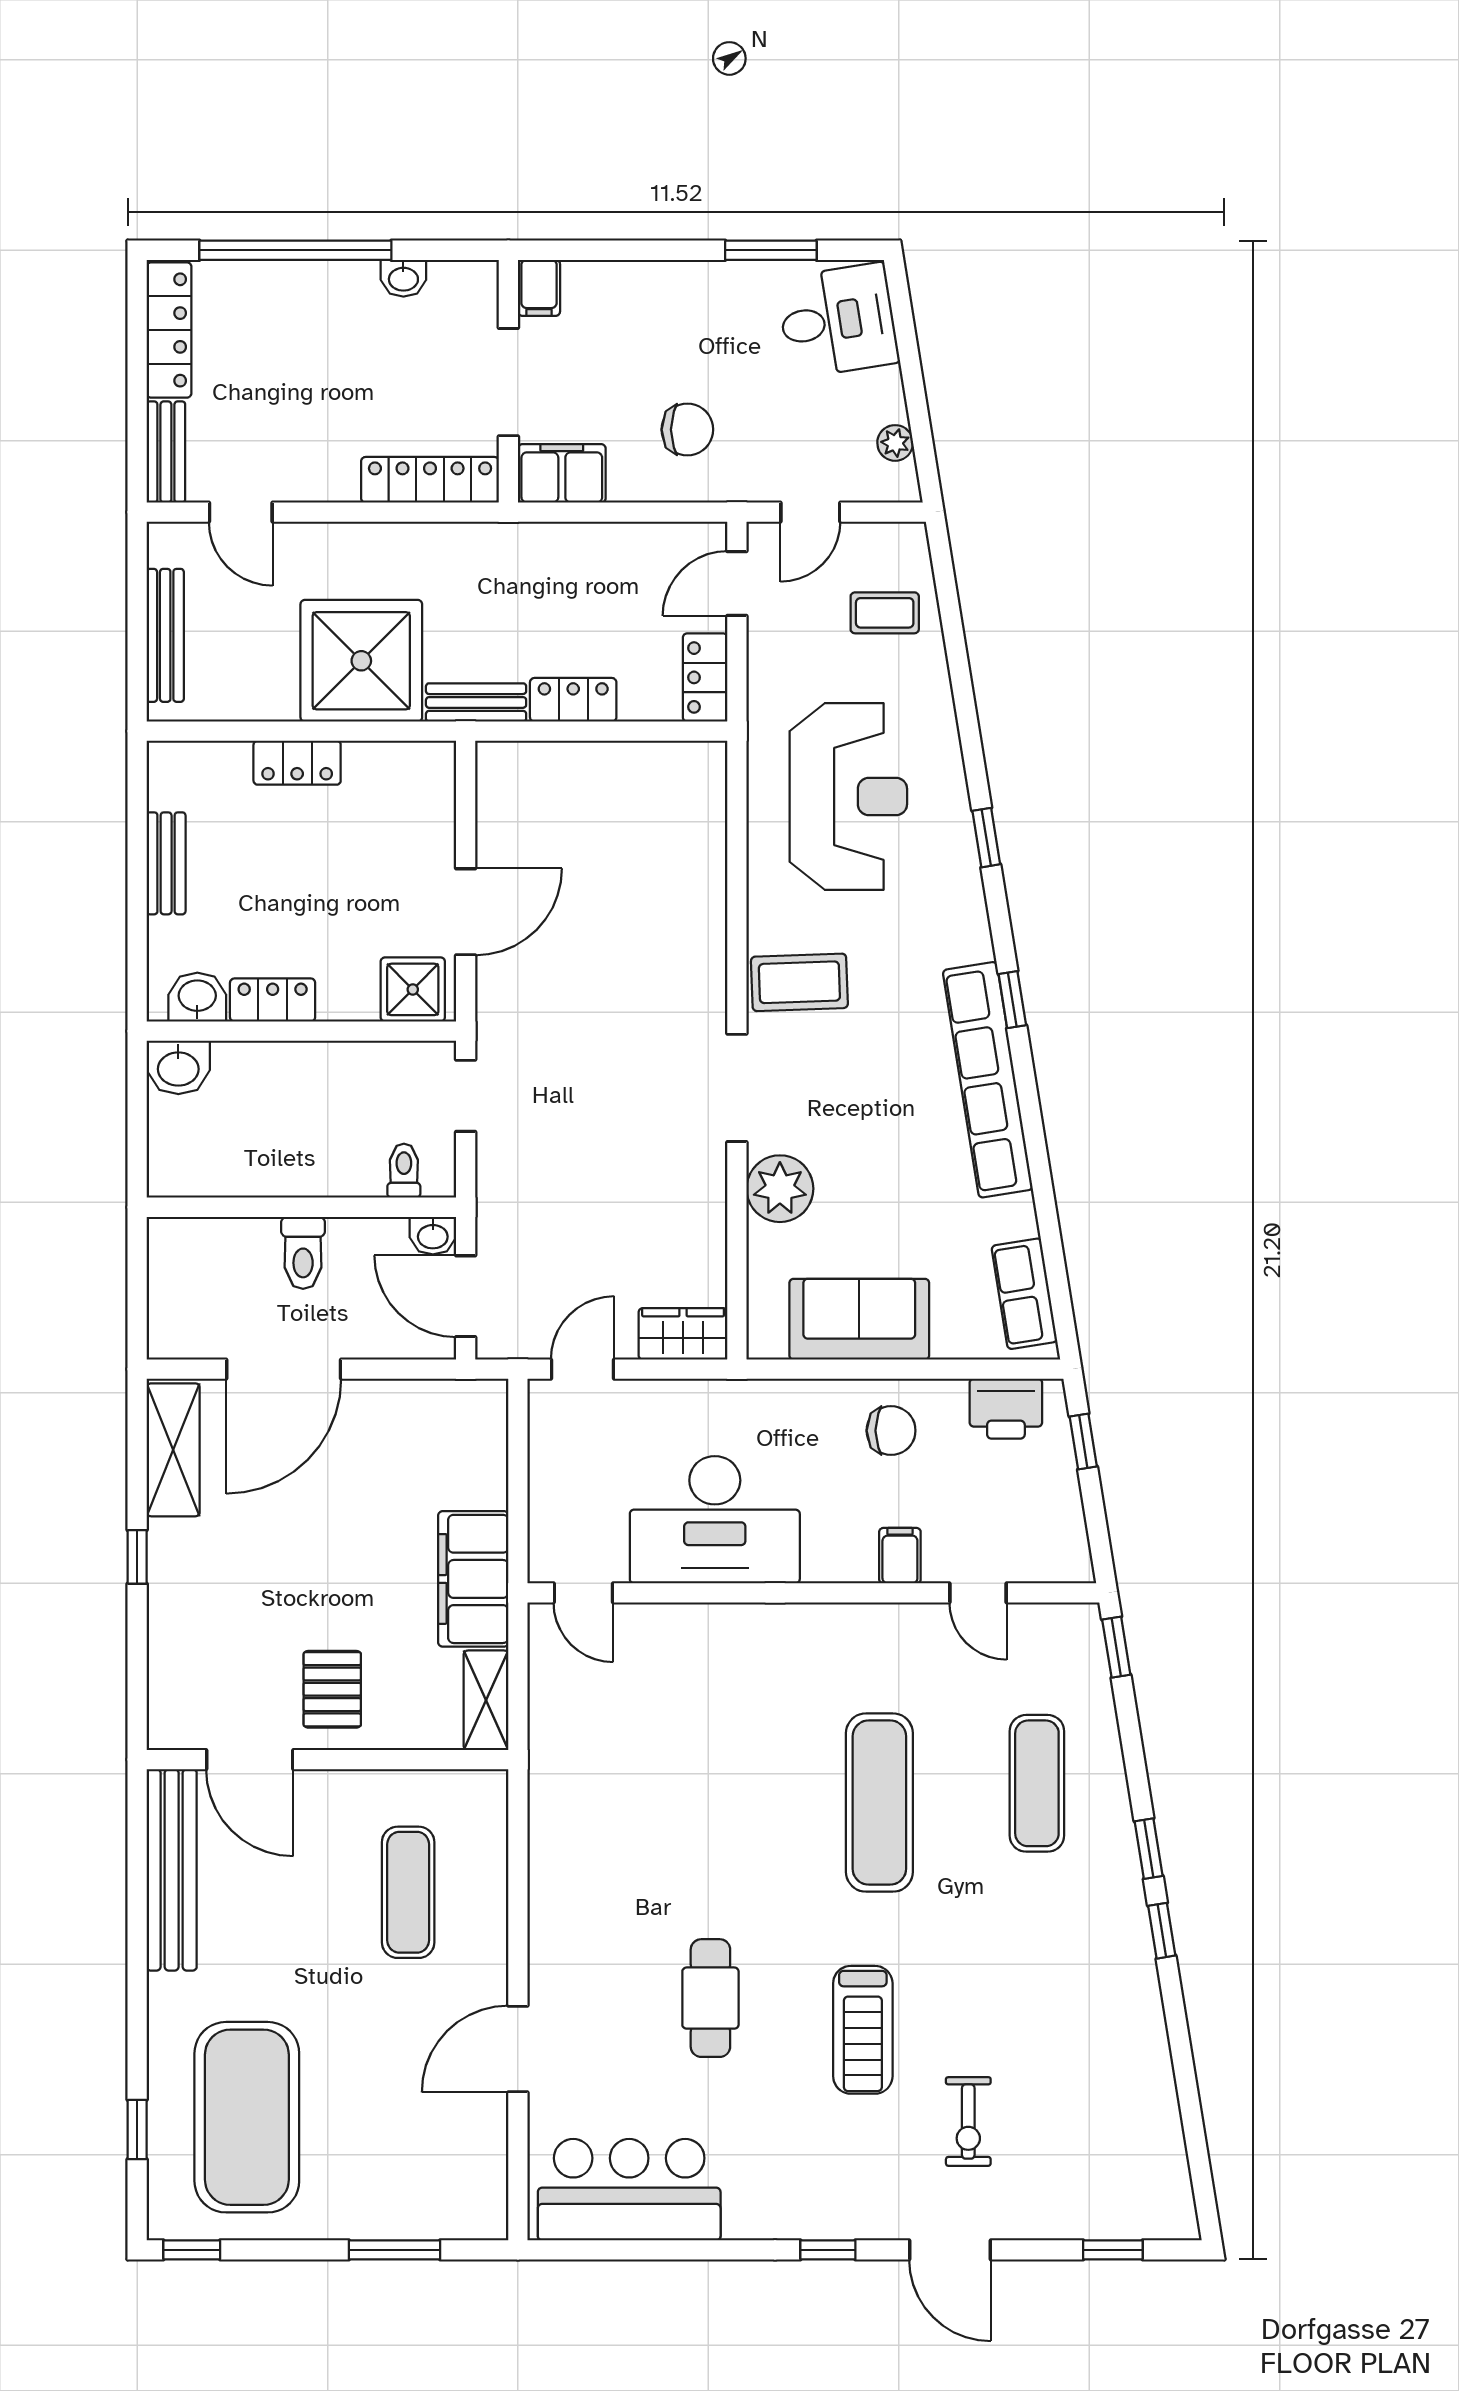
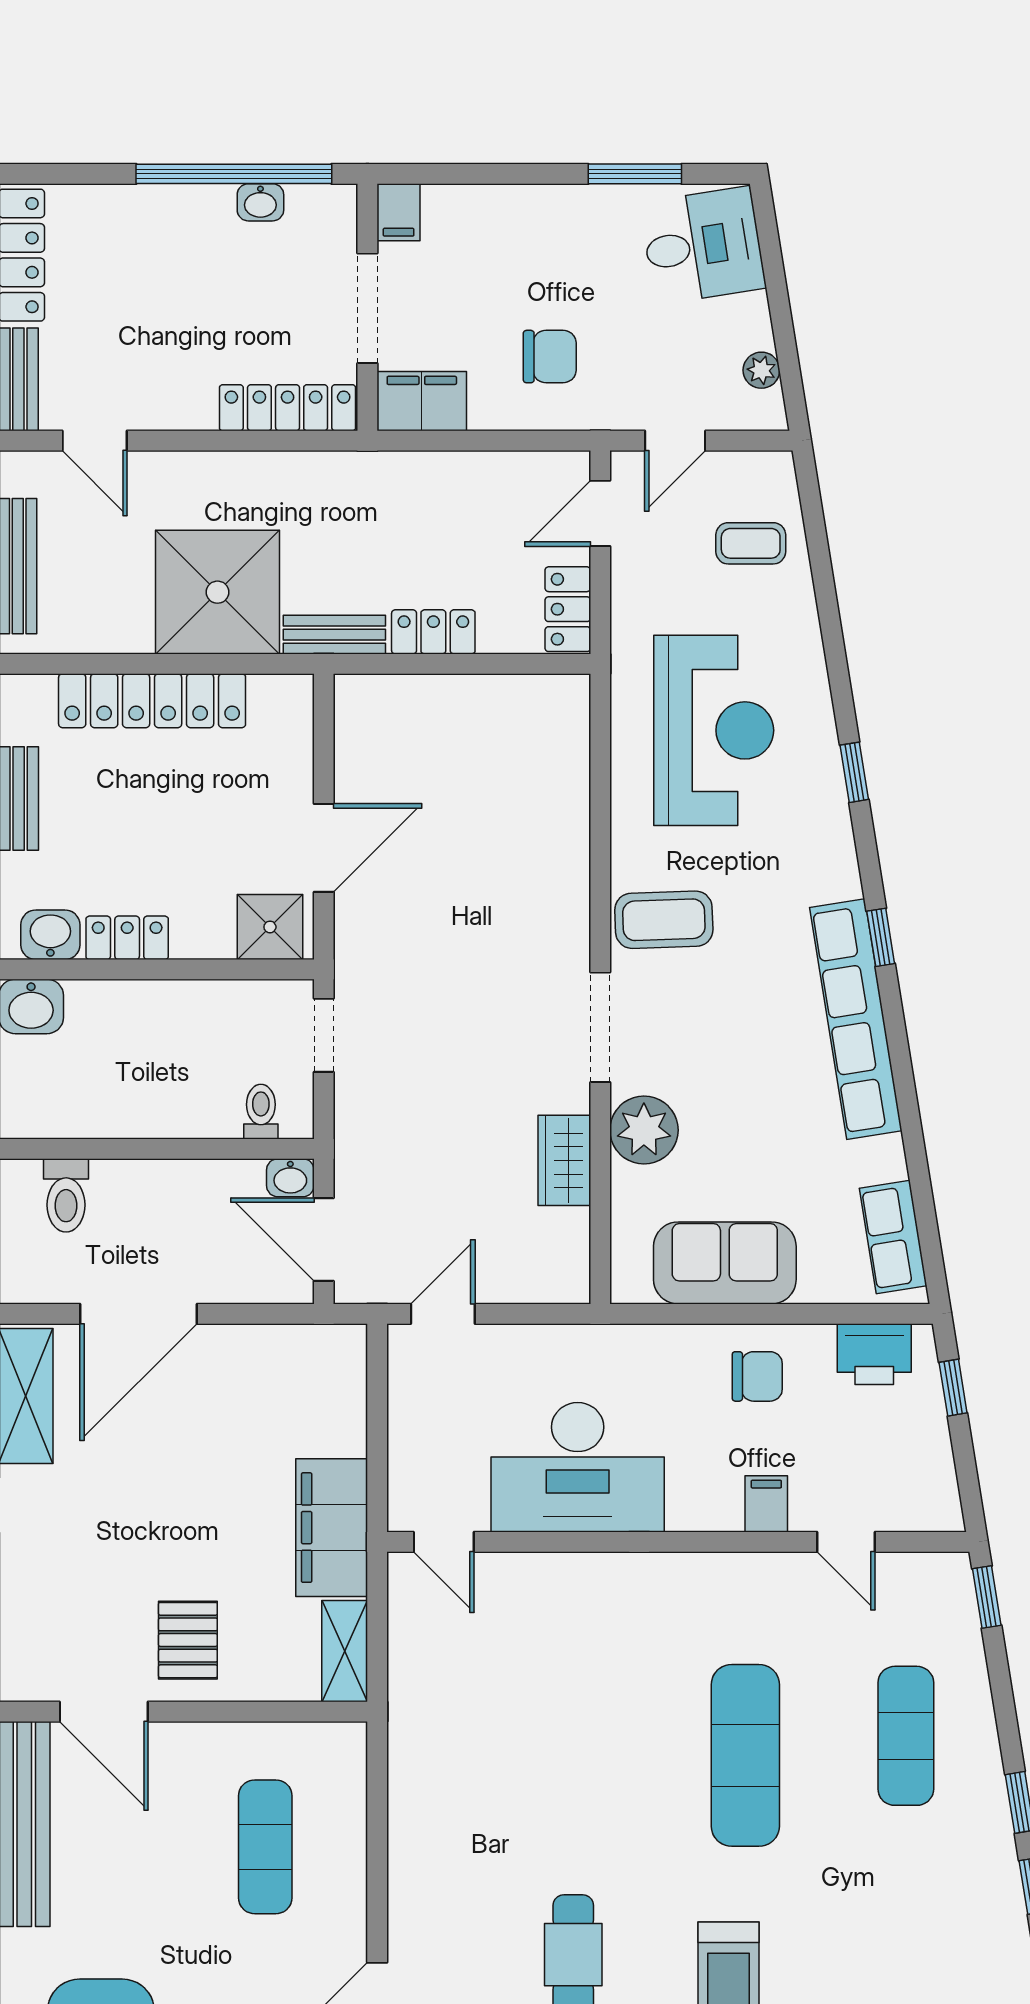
window: (295, 250) -> (234, 174), moved
locker: (297, 763) -> (152, 701), width x2.16, depth x1.21
toilet: (303, 1253) -> (66, 1195), moved
wardrobe: (683, 1334) -> (564, 1160), moved, turned -90

